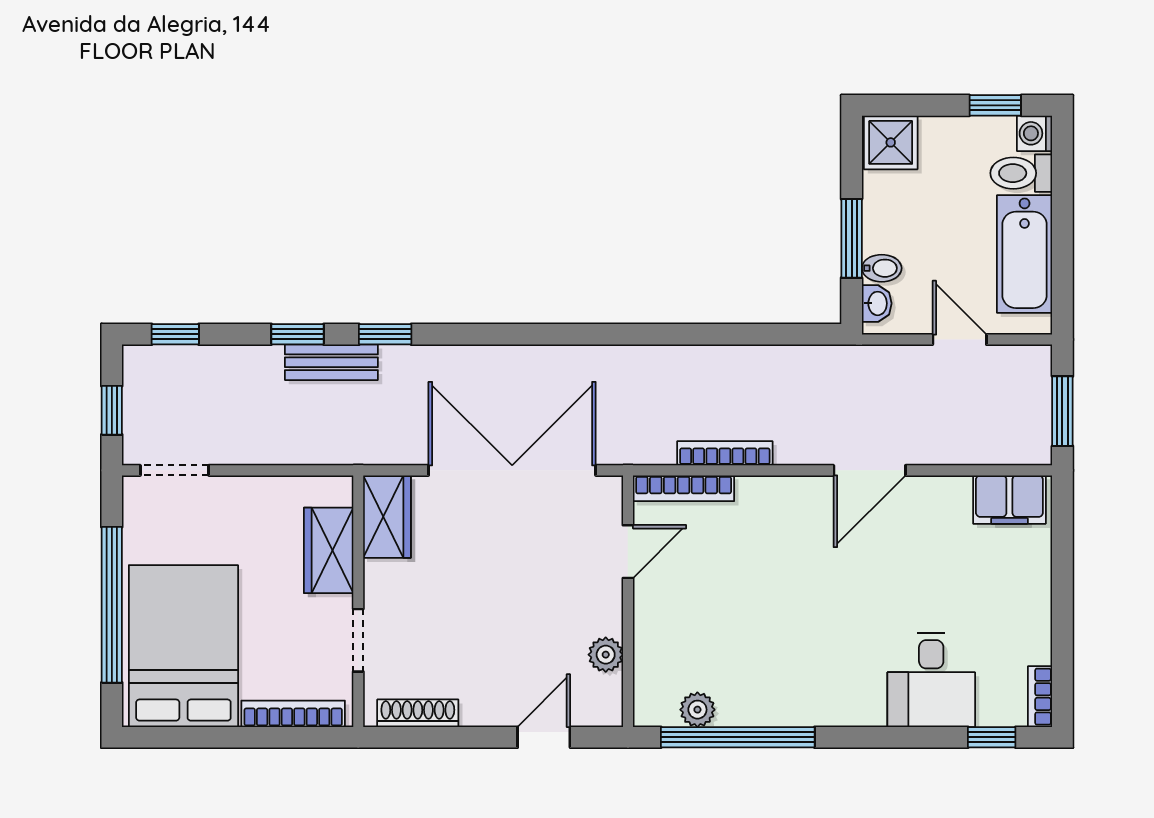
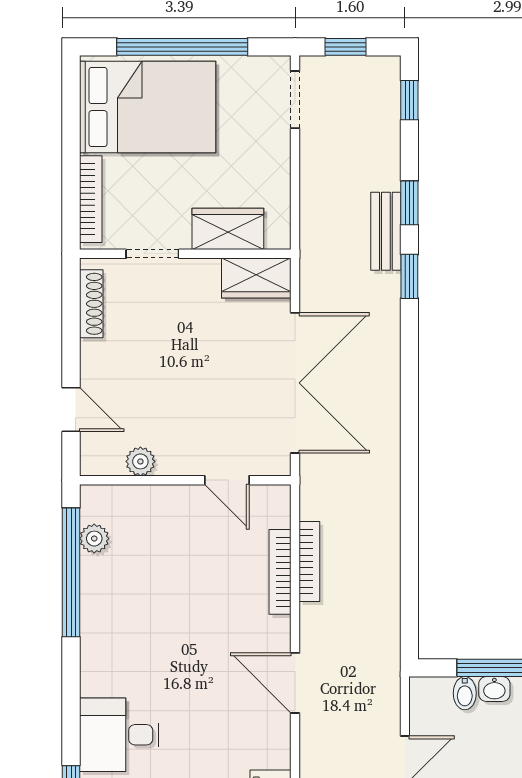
washbasin: (877, 303) -> (494, 689), moved
bookcase: (684, 488) -> (280, 572), moved

